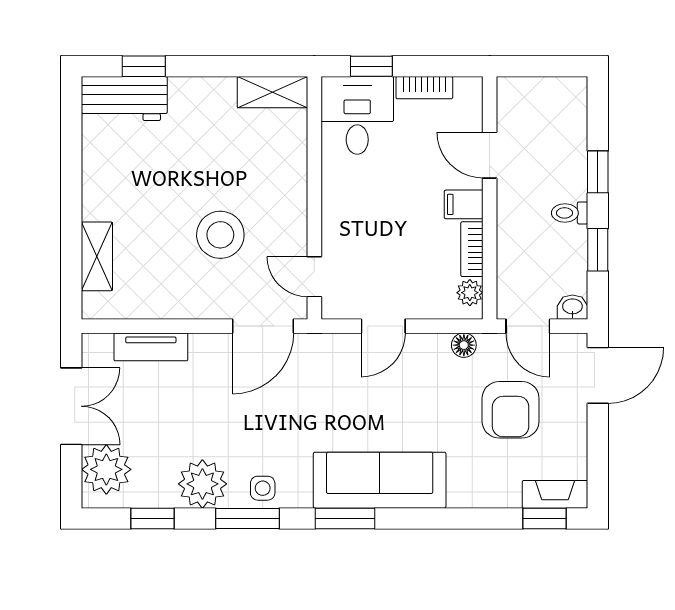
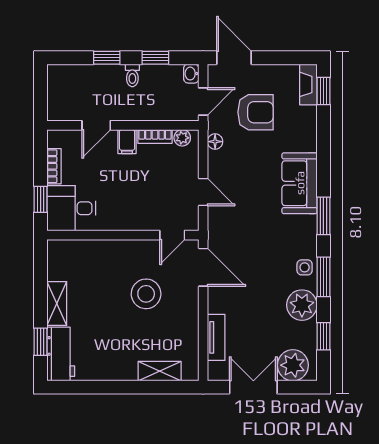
shelving: (272, 92) -> (57, 304), moved
sofa: (380, 480) -> (300, 183), width x0.73

